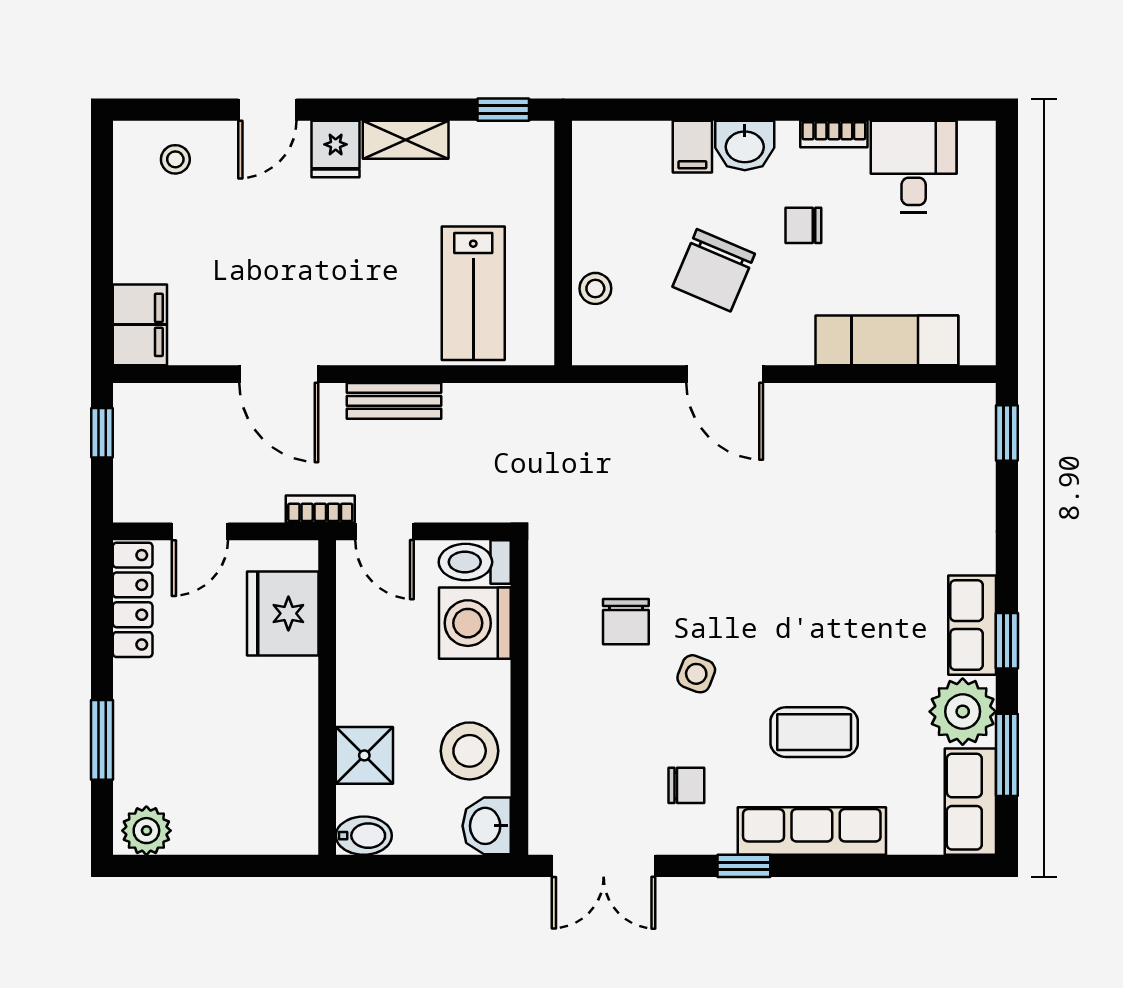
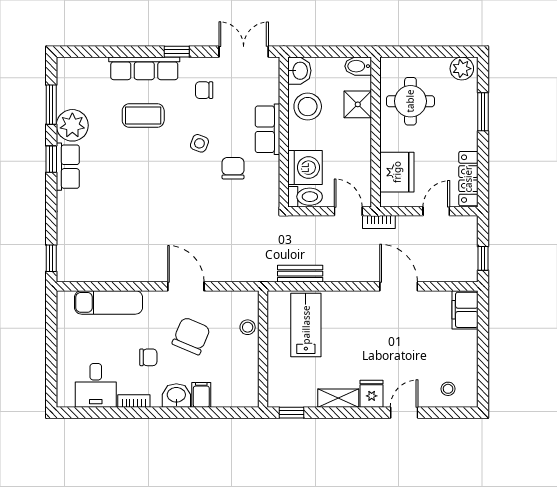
bench: (394, 401) -> (300, 274), moved
round table: (254, 762) -> (410, 101), added
row of seats: (970, 802) -> (267, 129), moved, turned 180

